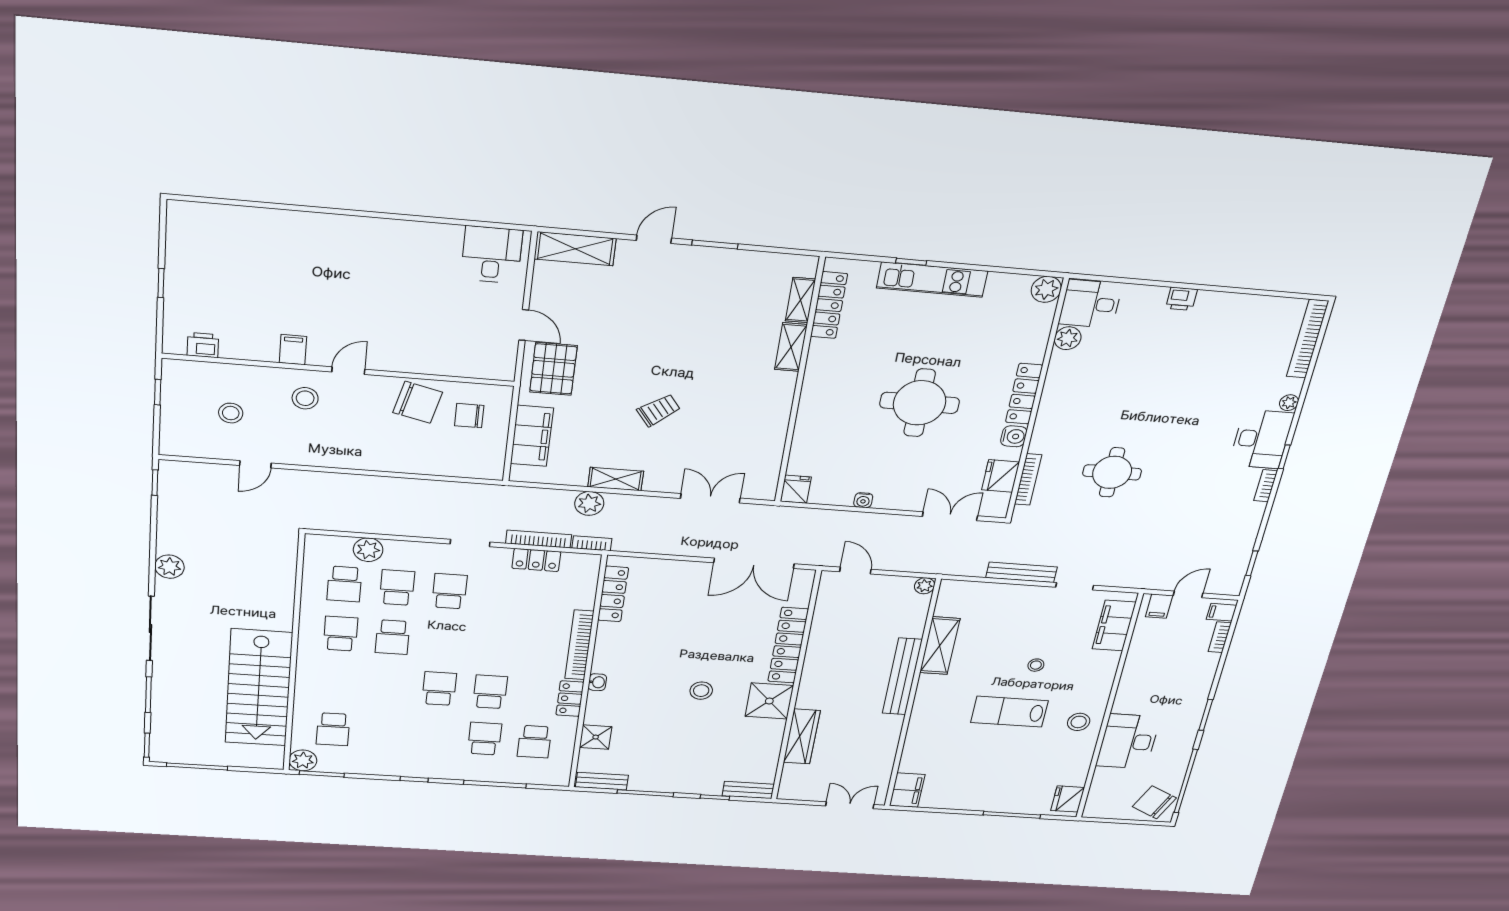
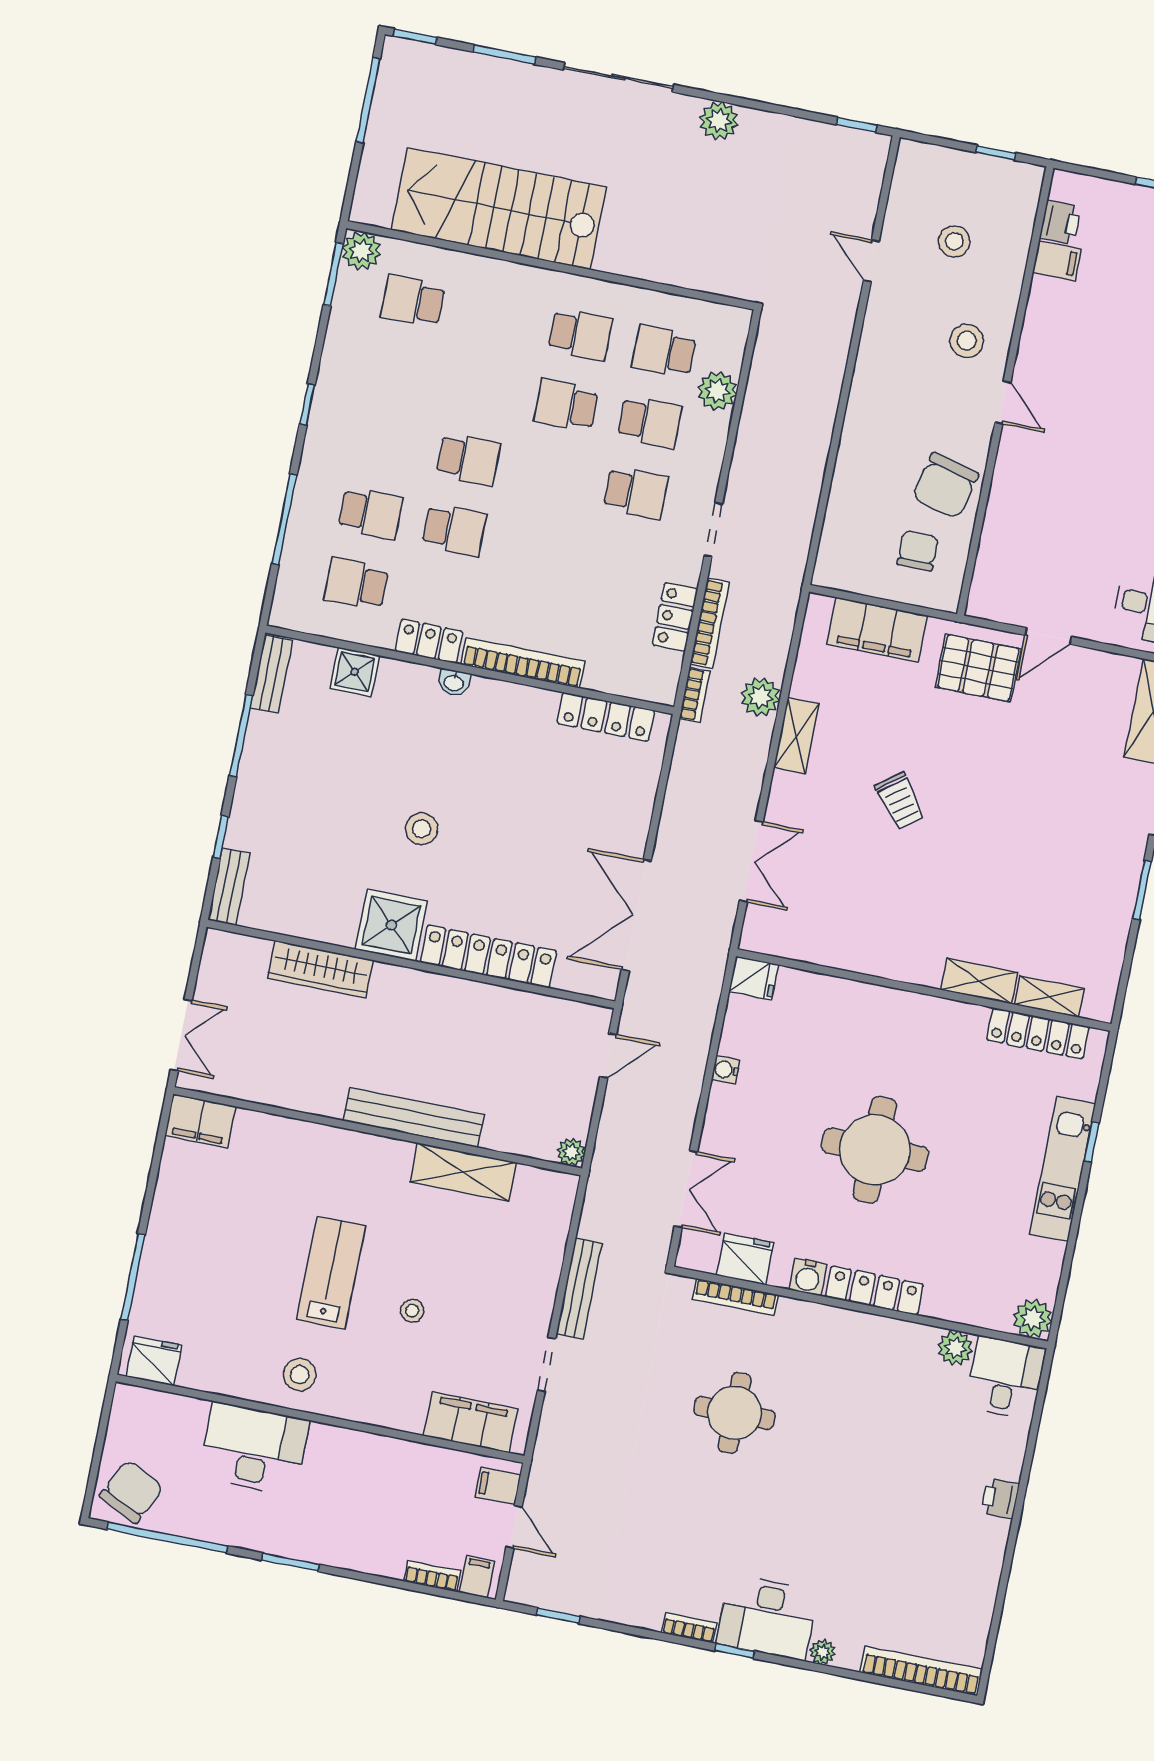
filing cabinet: (293, 350) -> (1057, 261), moved

